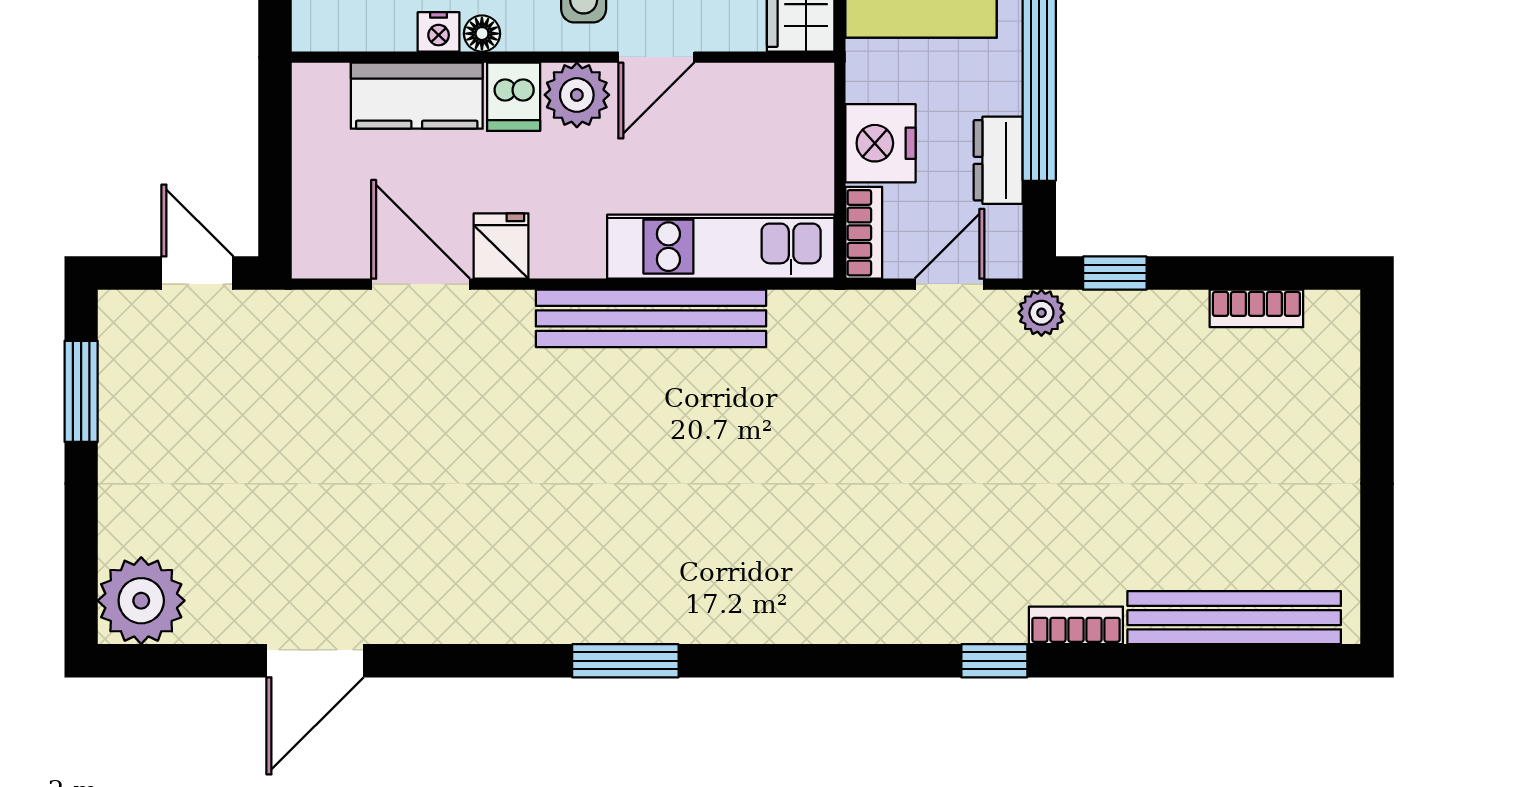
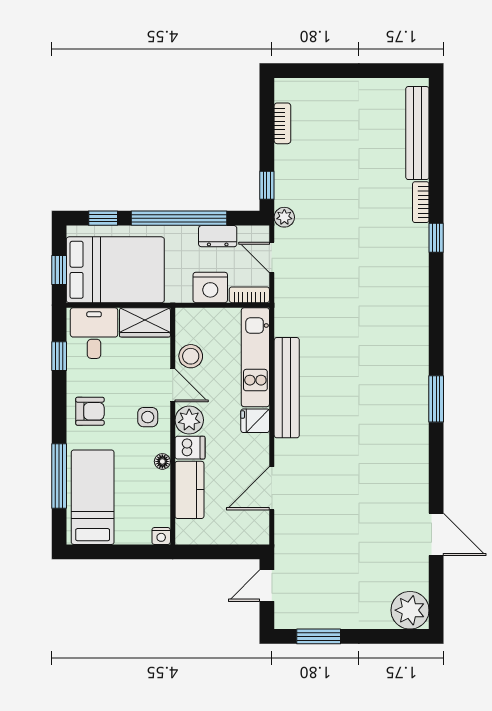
nightstand: (439, 32) -> (161, 536), moved, turned 90
stool: (723, 98) -> (191, 356), added
fridge: (501, 246) -> (255, 421), moved

